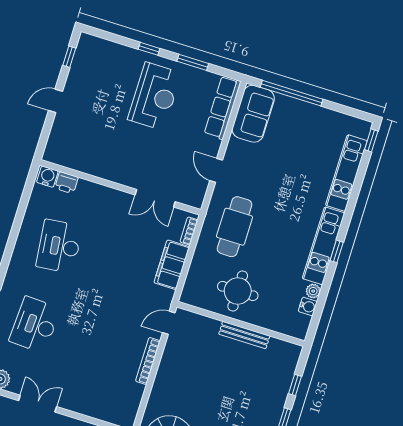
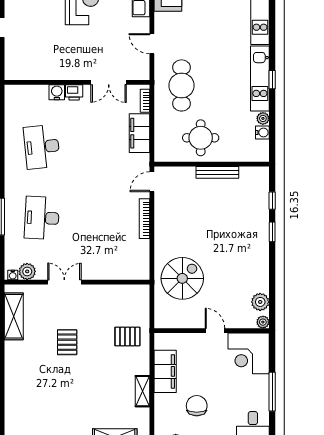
water cooler: (47, 177) -> (57, 92), moved
printer: (66, 183) -> (74, 92), moved

